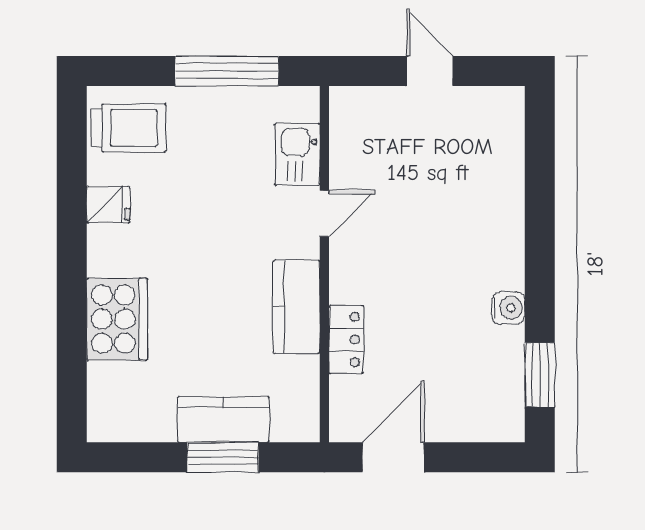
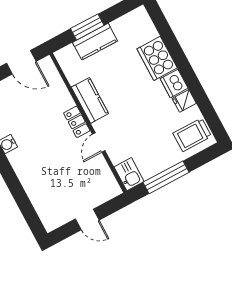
kitchen sink: (297, 154) -> (129, 174), moved
dishwasher: (110, 250) -> (174, 83), added
locker: (346, 340) -> (77, 122), moved
door: (393, 457) -> (21, 62), hinge flipped

